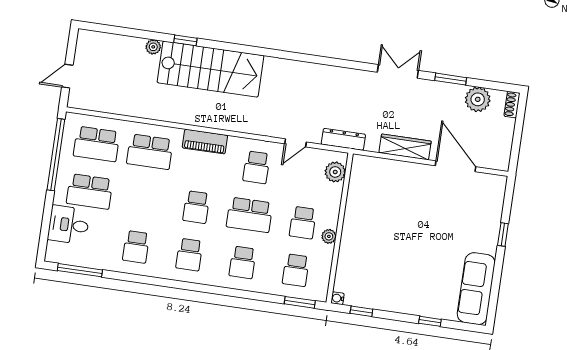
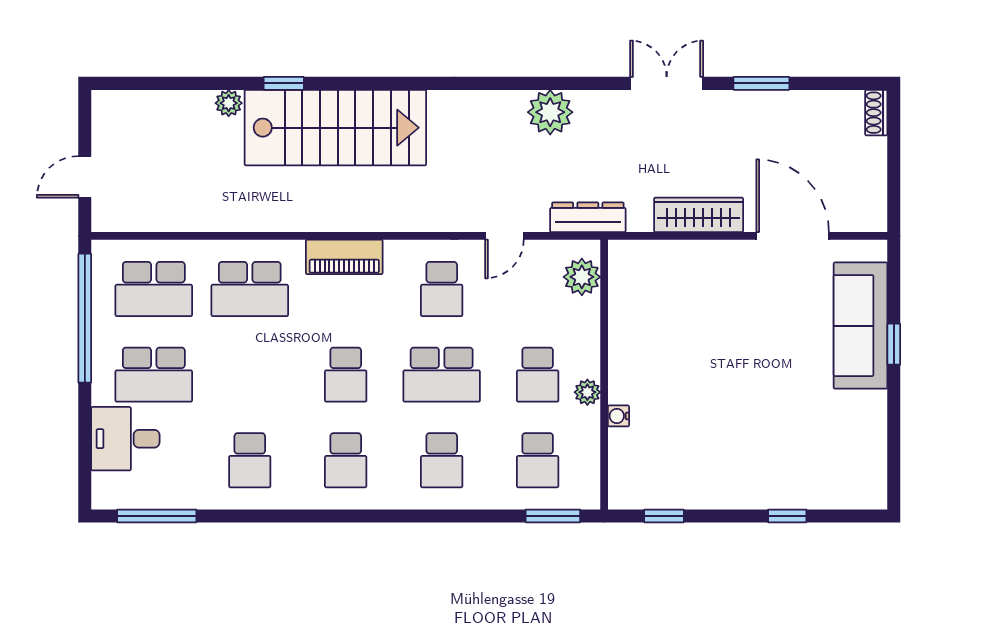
plant: (478, 99) -> (550, 112), moved
sofa: (476, 289) -> (861, 326), moved
water cooler: (338, 298) -> (618, 416), moved

